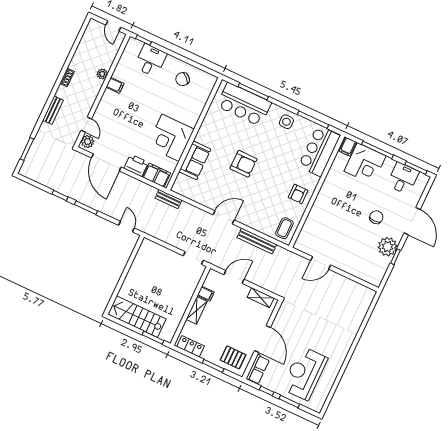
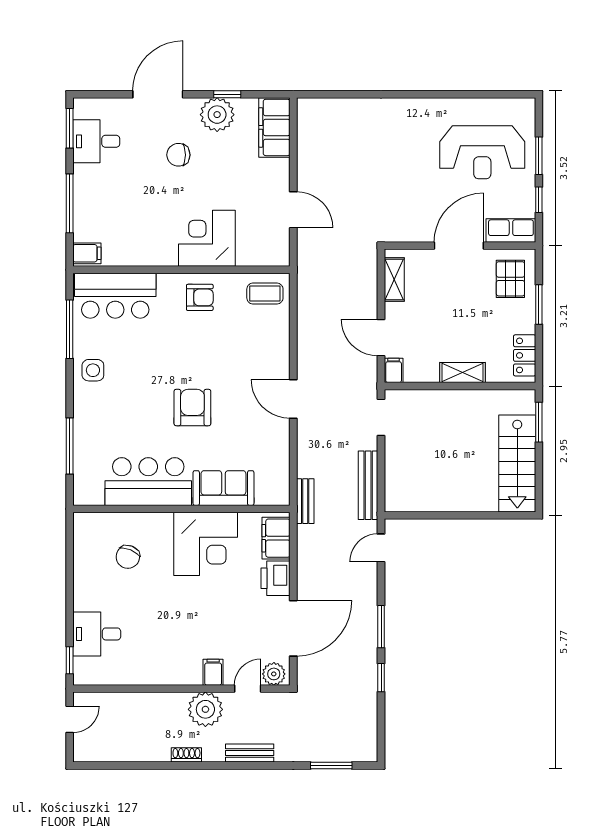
plant: (102, 74) -> (205, 709), moved, width x1.88, depth x1.88
chair: (183, 79) -> (128, 557), moved, turned 68
filing cabinet: (115, 85) -> (213, 672), moved
bar counter: (244, 104) -> (148, 482), moved, turned -90
corner desk: (365, 164) -> (207, 238), moved, turned -90
bench: (257, 241) -> (368, 485), moved
filing cabinet: (367, 273) -> (274, 127), added
filing cabinet: (206, 294) -> (394, 370), moved

